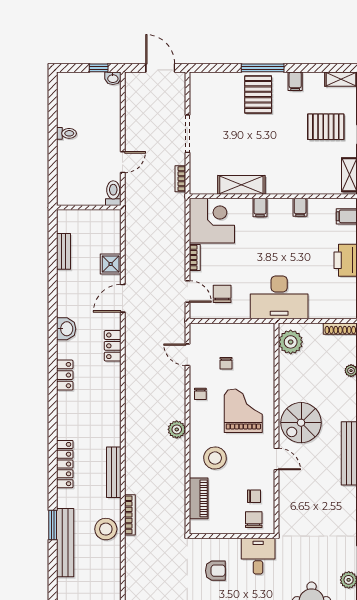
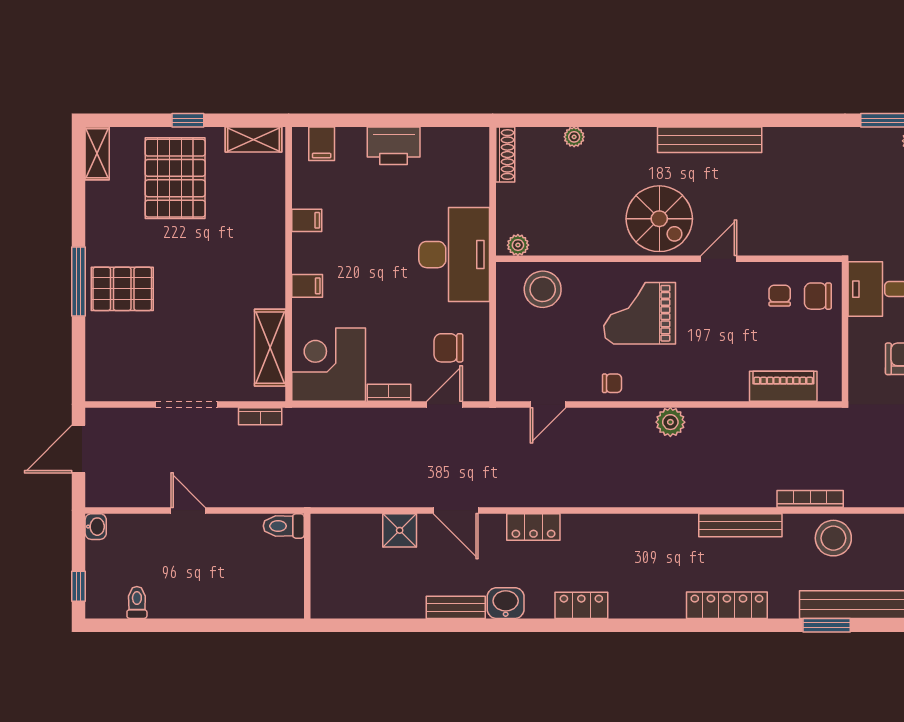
window: (99, 68) -> (79, 586), moved
filing cabinet: (295, 81) -> (101, 228), removed
pallet: (326, 127) -> (175, 178), width x1.37, depth x1.41
toilet: (67, 133) -> (137, 602), moved
door: (123, 162) -> (188, 510), moved
shelving: (241, 185) -> (270, 348), moved
bench: (64, 251) -> (456, 607), moved
plant: (291, 342) -> (518, 245), width x0.53, depth x0.53
chair: (226, 363) -> (562, 341), removed
stool: (215, 458) -> (543, 289), moved

